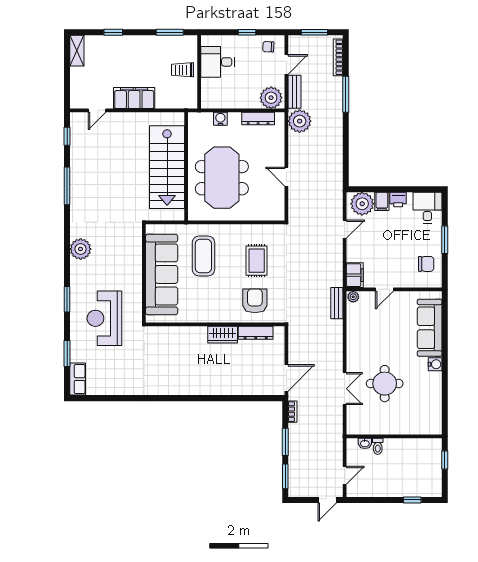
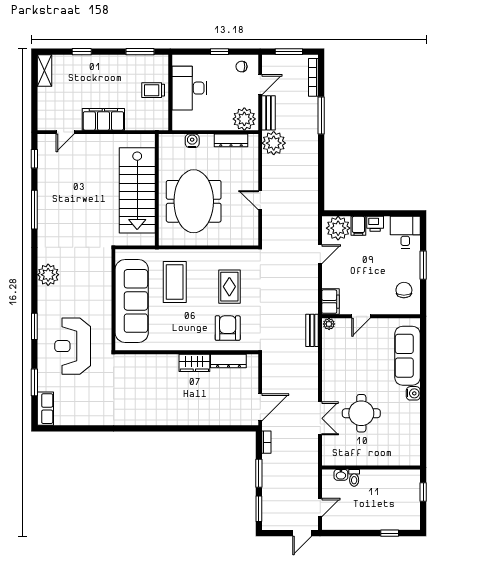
desk: (218, 62) -> (189, 88), width x1.37
chair: (426, 264) -> (404, 290), turned -90

